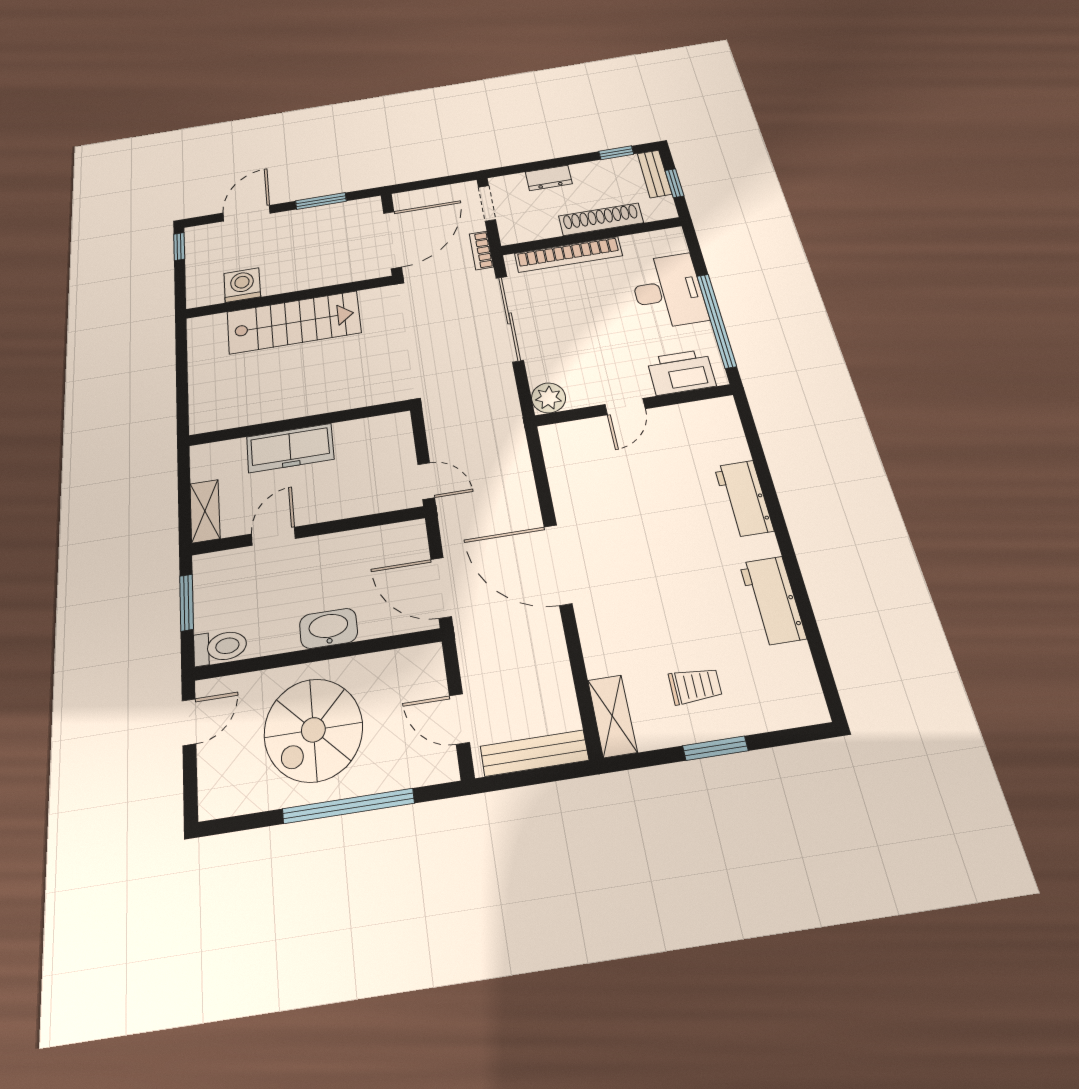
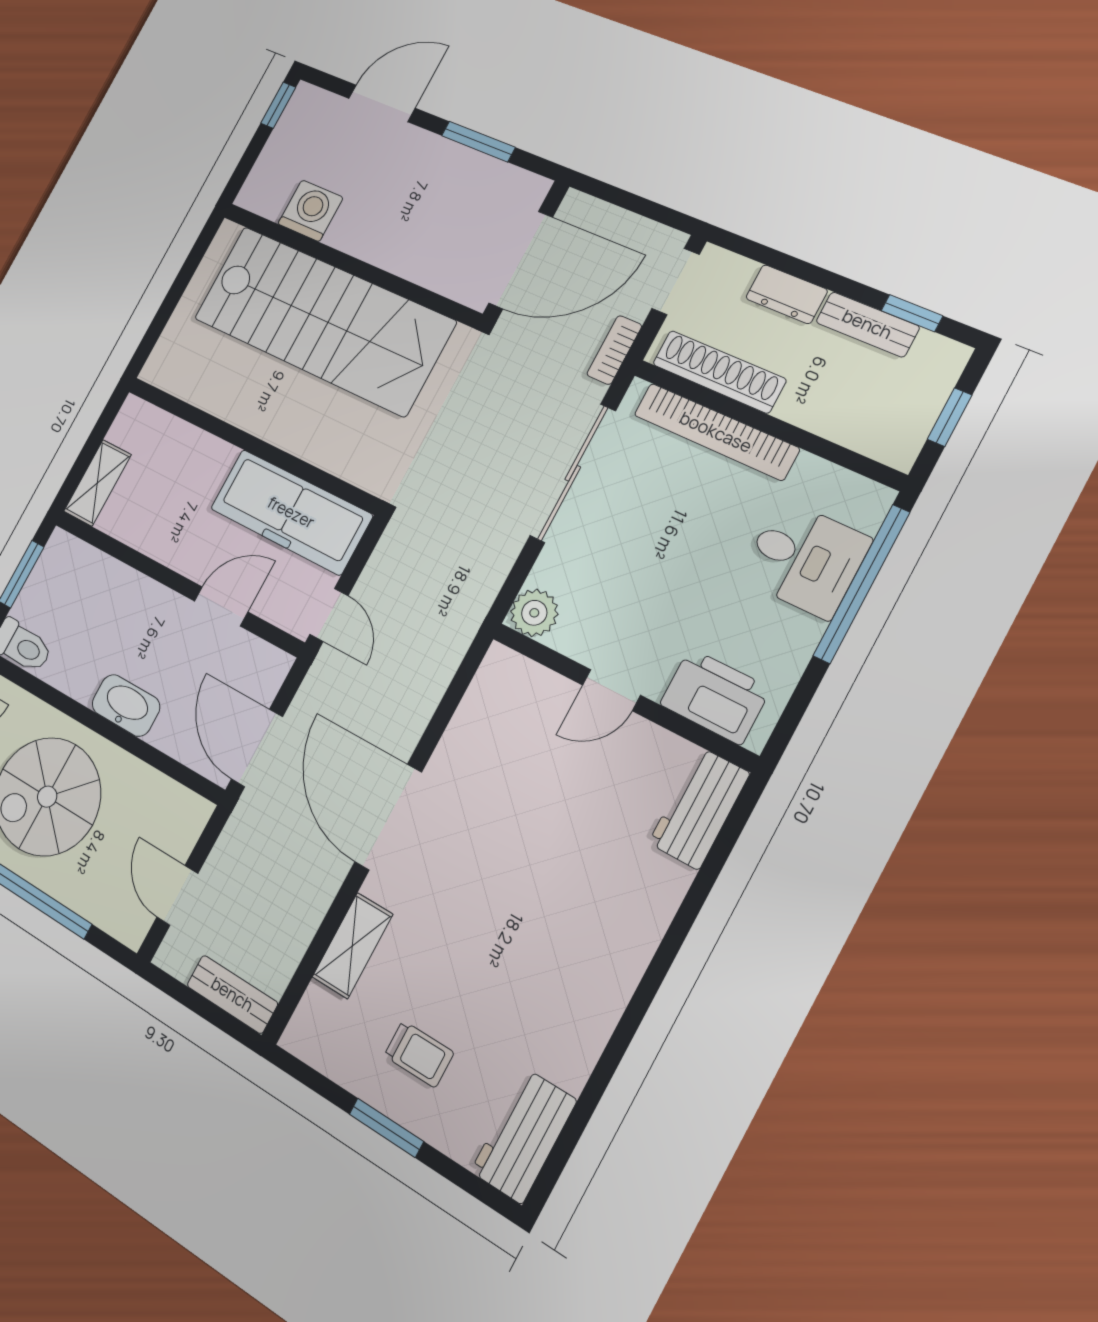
bench: (654, 174) -> (867, 324), moved, turned 90
shoe rack: (601, 219) -> (719, 372), moved
desk: (668, 291) -> (805, 559), width x0.73
window: (716, 320) -> (861, 584), moved
stairs: (294, 322) -> (323, 320), width x1.36, depth x1.51
freezer: (290, 448) -> (291, 512), moved, width x1.36, depth x1.26
workbench: (744, 498) -> (699, 808), moved
door: (273, 536) -> (221, 606), moved
workbench: (772, 600) -> (524, 1136), moved
shelving: (612, 716) -> (353, 946), moved
bench: (534, 753) -> (232, 994), width x0.73

